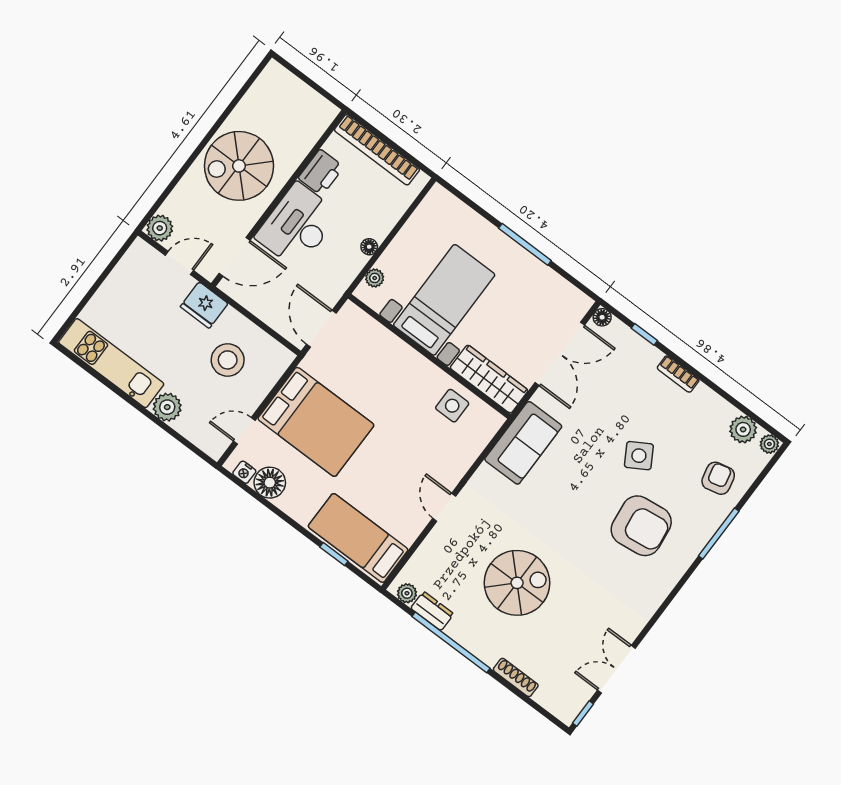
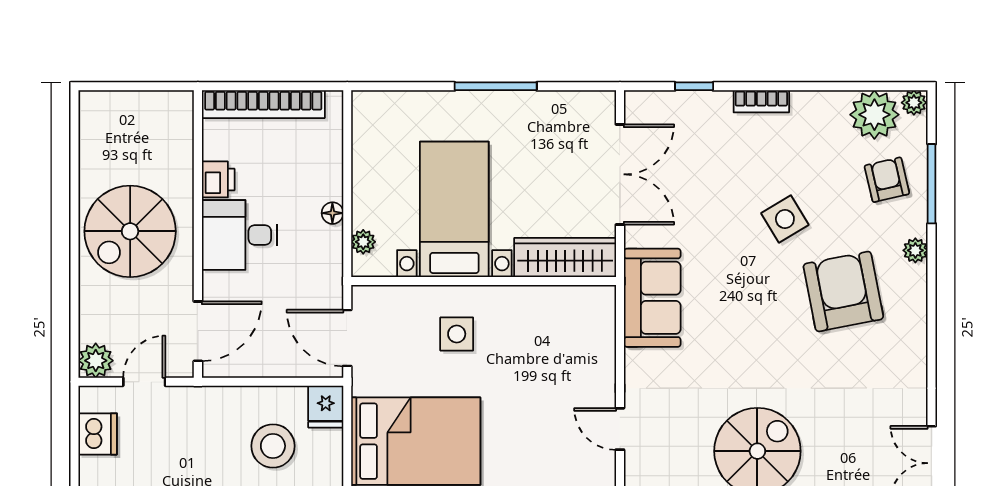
printer: (321, 172) -> (218, 179), width x0.73, depth x0.81
desk: (297, 226) -> (239, 235), width x0.73
dishwasher: (128, 273) -> (98, 434), added
fridge: (204, 305) -> (326, 407), moved, width x0.72
floor lamp: (602, 317) -> (636, 102), removed
side table: (452, 406) -> (457, 334), moved
plant: (743, 429) -> (874, 115), width x1.36, depth x1.36
armchair: (641, 526) -> (843, 291), turned -94
plant: (703, 534) -> (915, 250), added
window: (719, 534) -> (932, 184), moved

